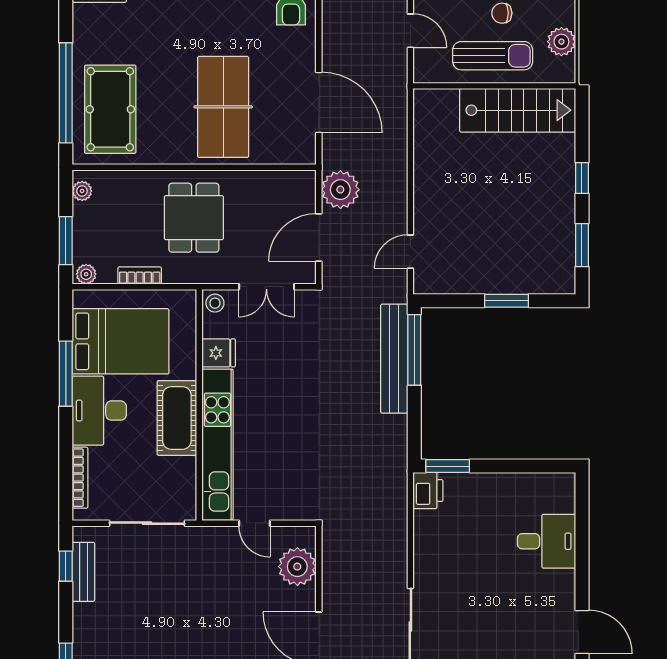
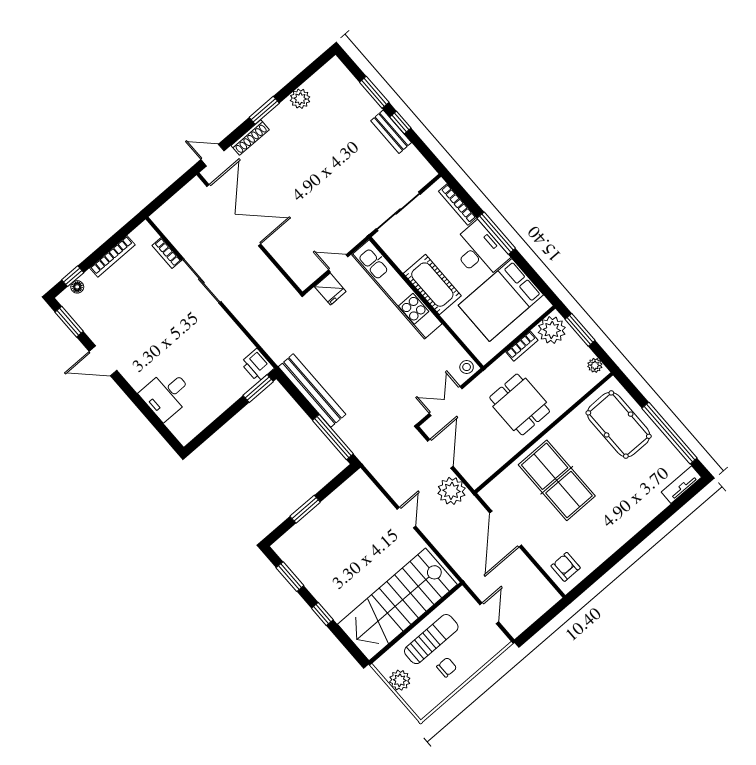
door: (410, 31) -> (489, 613), swing flipped
sun lounger: (493, 56) -> (431, 639), turned 180
window: (66, 93) -> (670, 433), moved
door: (319, 103) -> (506, 529), hinge flipped
stairs: (518, 110) -> (397, 604), width x1.36, depth x1.51
door: (410, 252) -> (406, 518), moved
plant: (86, 274) -> (552, 330), width x1.87, depth x1.87
fridge: (219, 353) -> (330, 289), moved, turned -90
bench: (394, 359) -> (312, 391), moved
window: (66, 374) -> (496, 233), moved
window: (66, 566) -> (400, 123), moved
plant: (297, 567) -> (293, 260), removed
bench: (83, 572) -> (391, 132), moved

